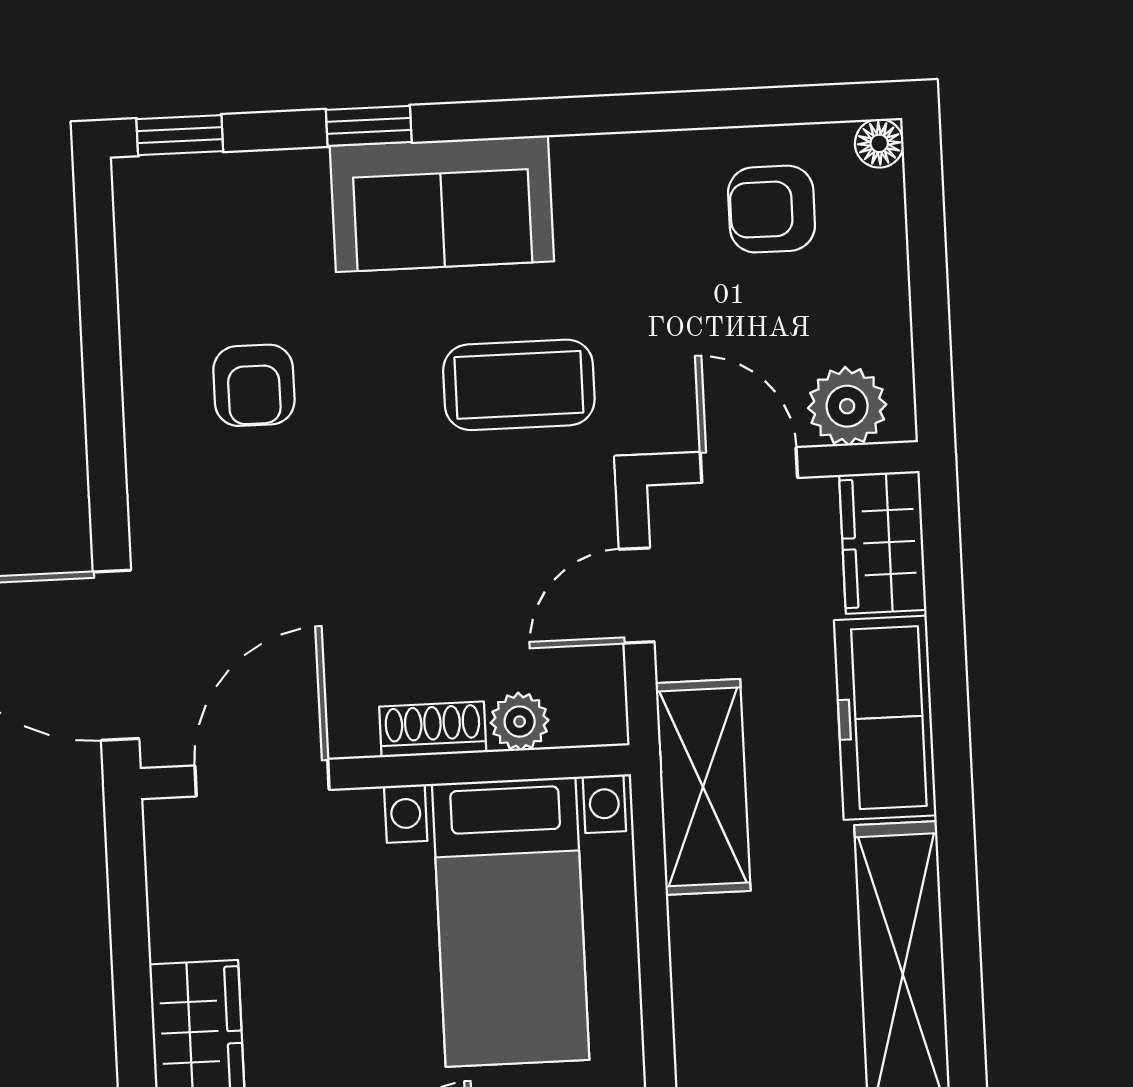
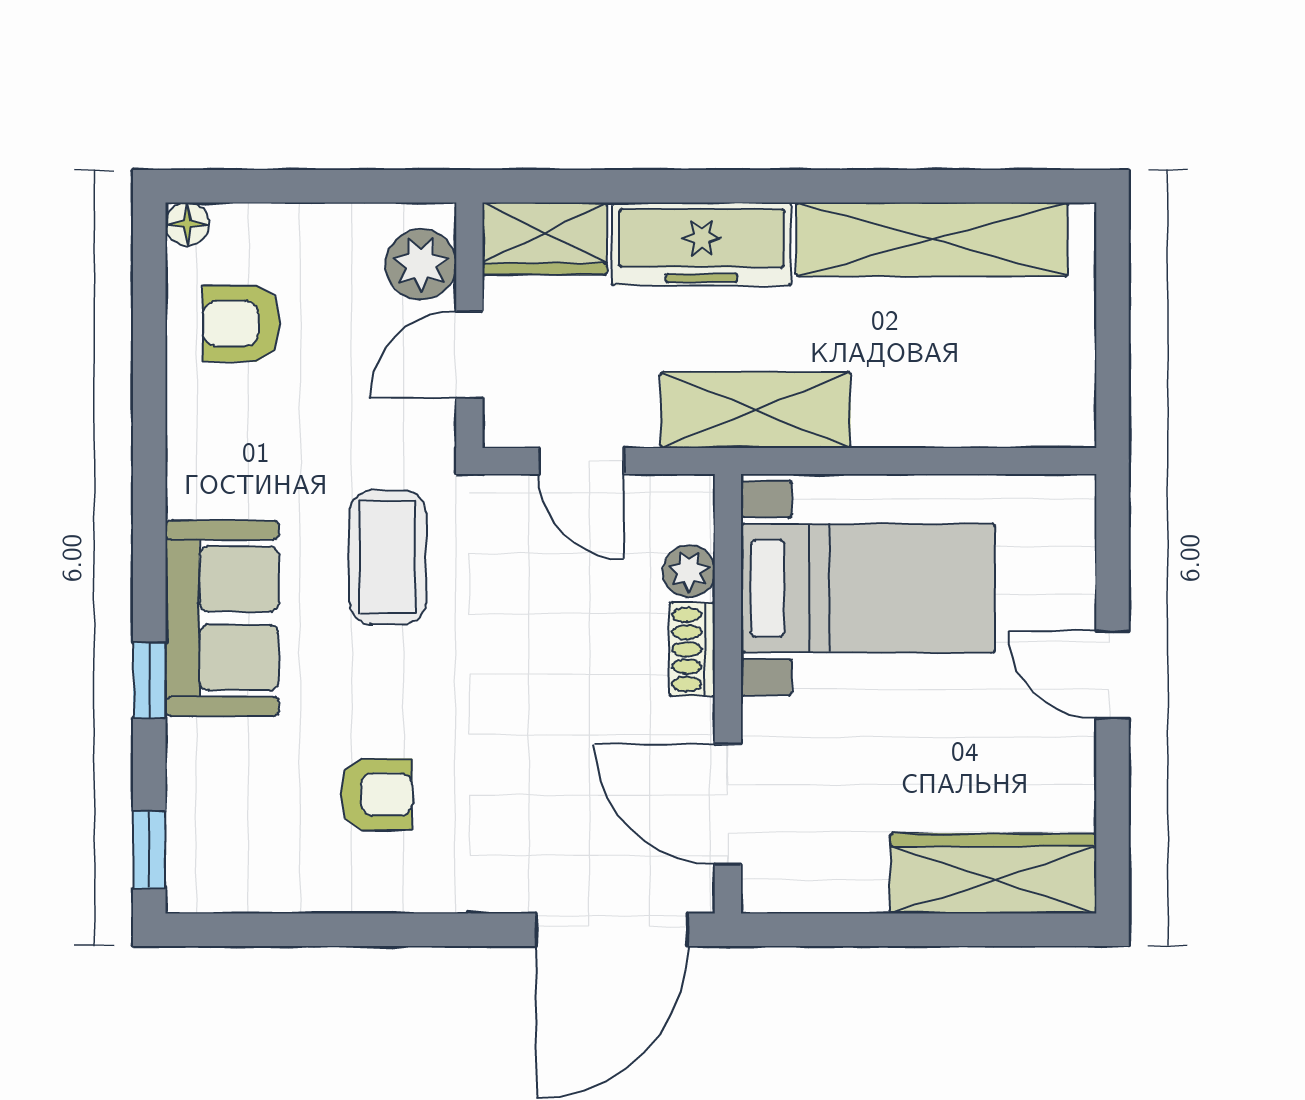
armchair: (772, 209) -> (241, 323), turned 90

